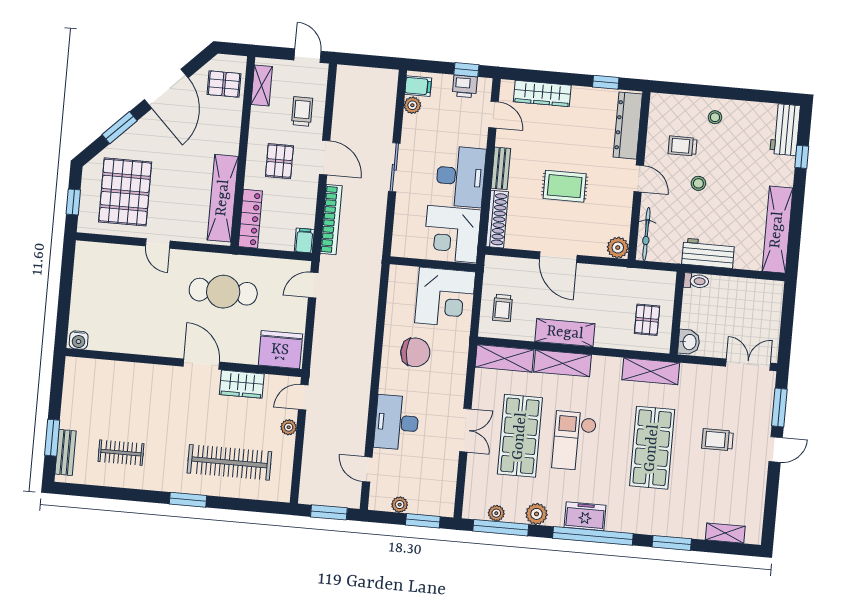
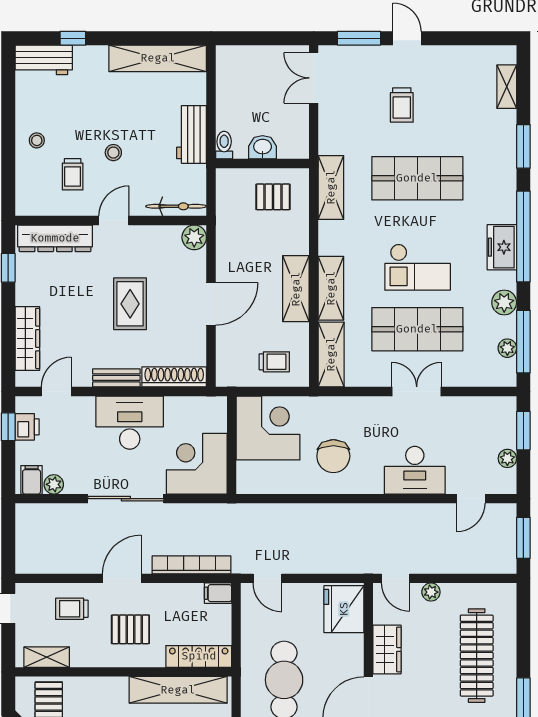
sliding door: (394, 167) -> (126, 499), width x1.37
corner desk: (452, 234) -> (197, 464), moved, turned 180
washbasin: (689, 342) -> (263, 147), moved
chair: (415, 352) -> (333, 456), turned 180

